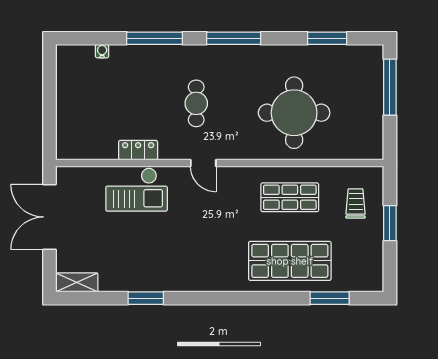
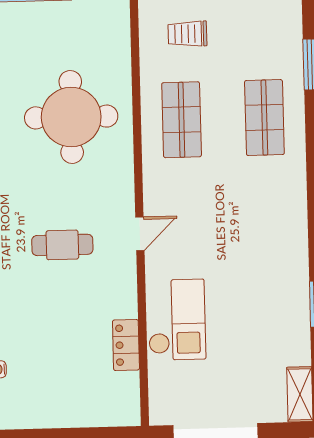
locker: (138, 150) -> (126, 345), moved
shop shelf: (290, 261) -> (264, 118), width x0.70, depth x0.74

